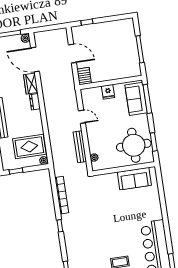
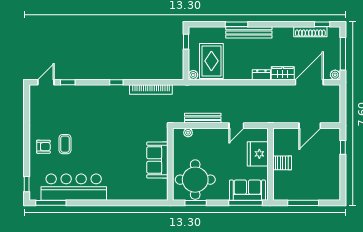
server rack: (84, 76) -> (282, 163), moved
fridge: (108, 92) -> (258, 154), width x1.88, depth x1.34
sofa: (134, 179) -> (157, 160), moved

